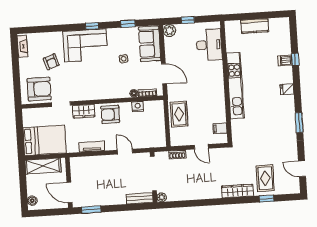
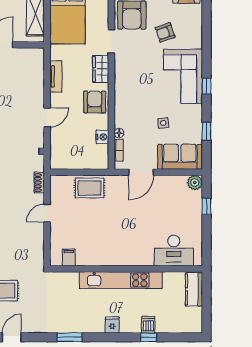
desk: (209, 45) -> (174, 251), moved
wall: (226, 82) -> (126, 269), moved
kitchen unit: (235, 86) -> (121, 280), moved
filing cabinet: (220, 128) -> (69, 257), moved

